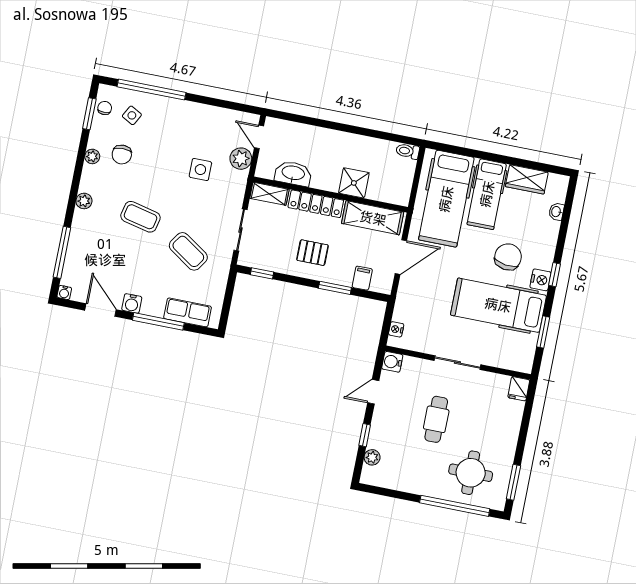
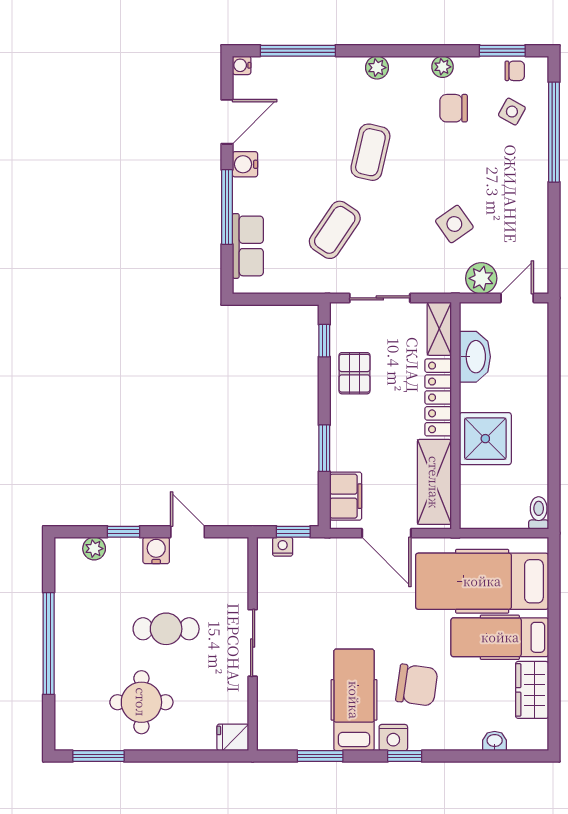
side table: (200, 170) -> (454, 224), turned -35
shower: (354, 183) -> (485, 439), width x1.36, depth x1.36
pallet: (312, 253) -> (355, 373), moved
filing cabinet: (362, 278) -> (346, 496), width x2.00
hospital bed: (498, 305) -> (354, 700), width x0.73, depth x0.78
window: (387, 320) -> (293, 532), added
water cooler: (392, 362) -> (156, 550), moved
round table: (471, 473) -> (141, 702), moved
window: (455, 506) -> (49, 643), moved

